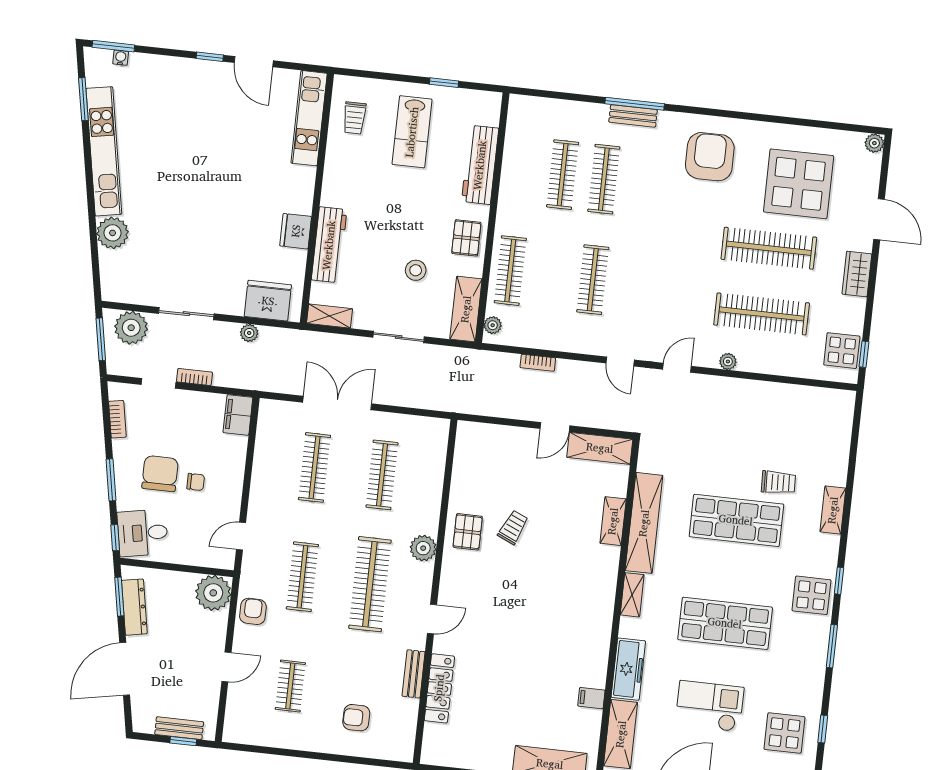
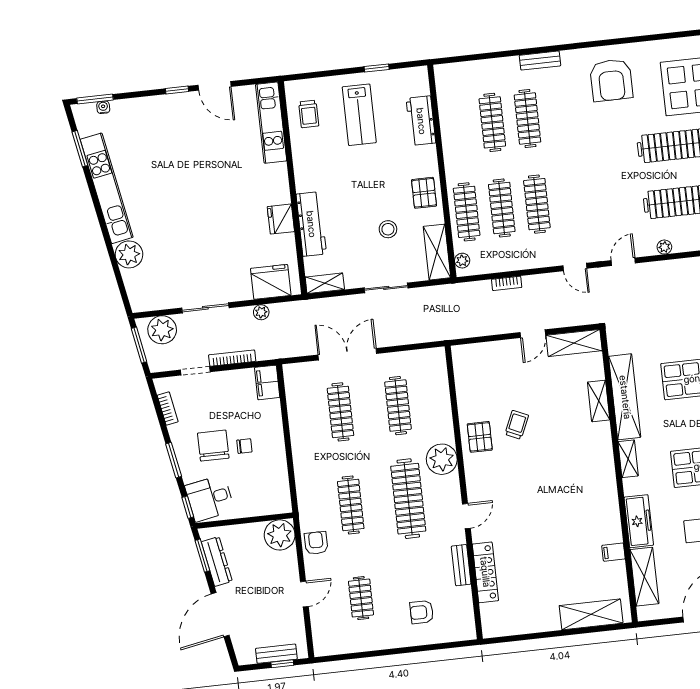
window: (635, 104) -> (539, 50), removed
armchair: (710, 157) -> (611, 80), turned 180
workbench: (480, 165) -> (421, 121), width x0.73
clothes rail: (552, 275) -> (502, 208), added
bookcase: (194, 377) -> (232, 358), width x1.56
door: (241, 536) -> (292, 483), removed
plant: (423, 548) -> (442, 459), width x1.36, depth x1.36

